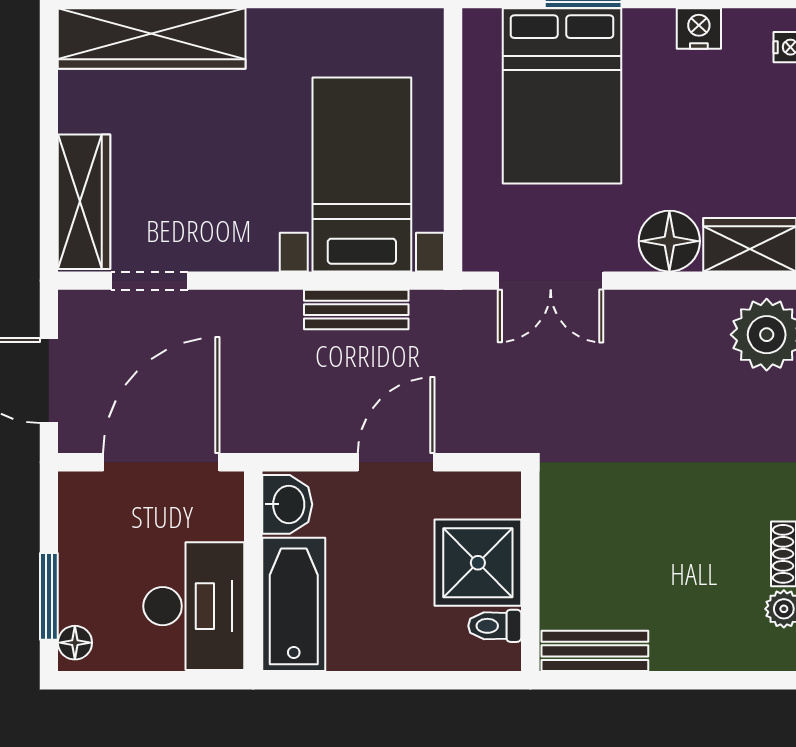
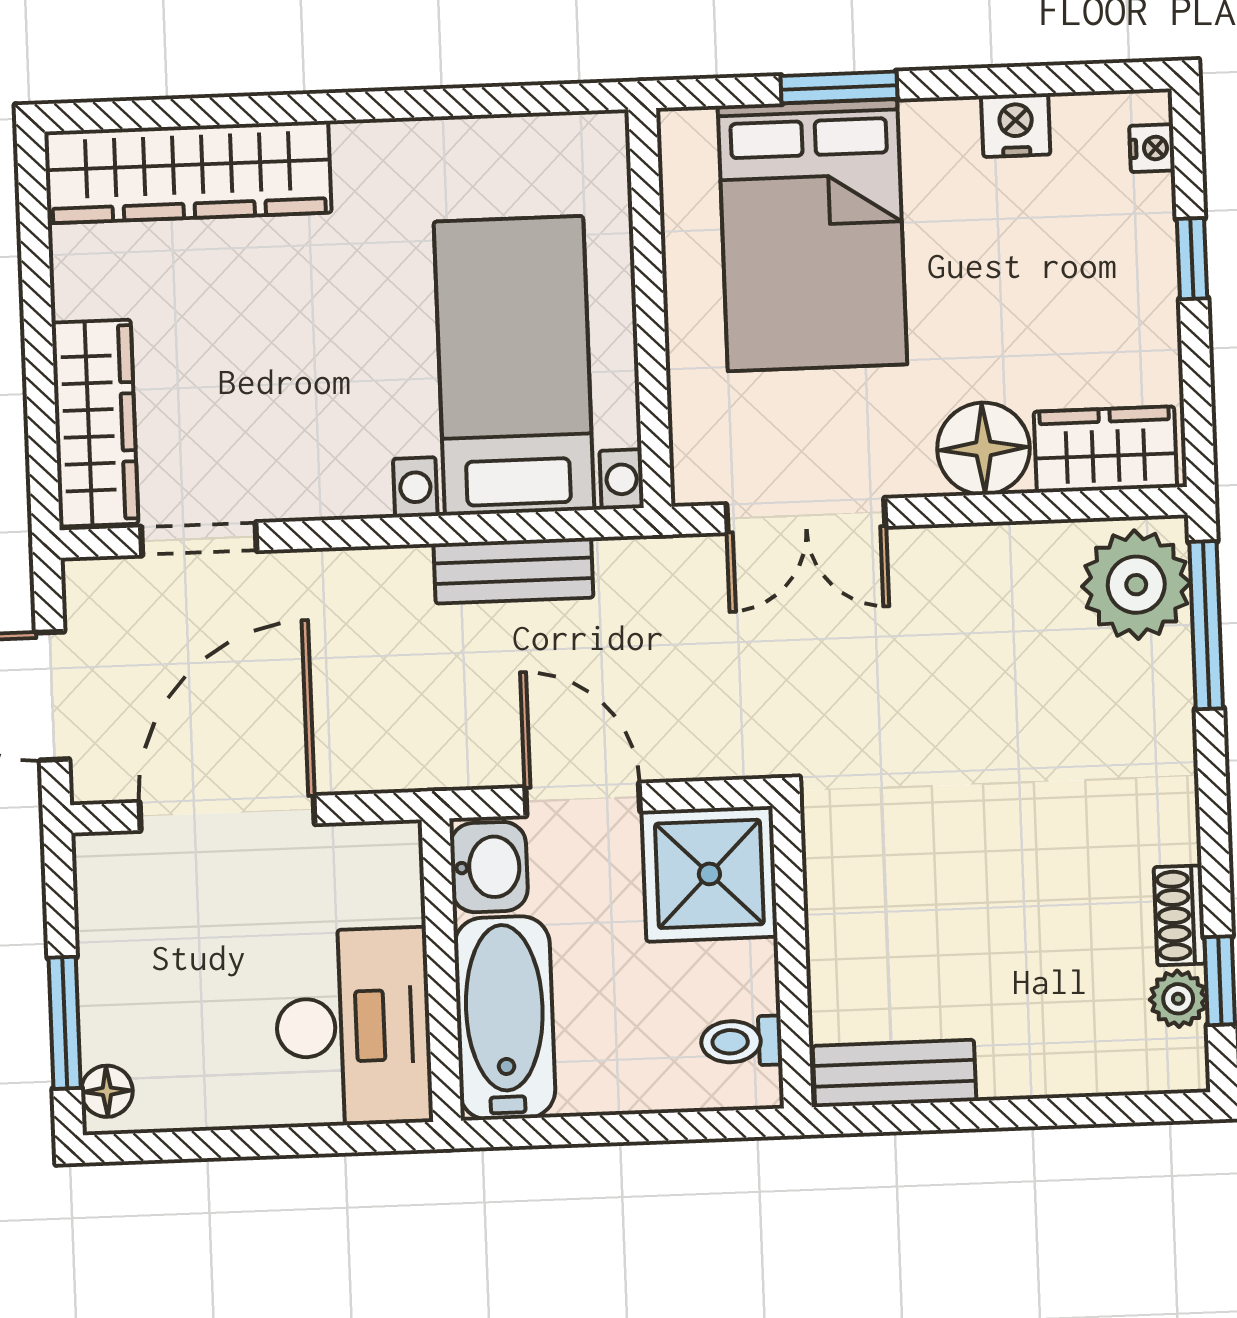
door: (396, 462) -> (583, 799), hinge flipped
washbasin: (287, 504) -> (489, 867), moved
shower: (478, 563) -> (709, 874), moved
wall: (253, 571) -> (441, 970), moved
bathtub: (294, 604) -> (505, 1018), moved
desk: (194, 606) -> (353, 1026), moved

